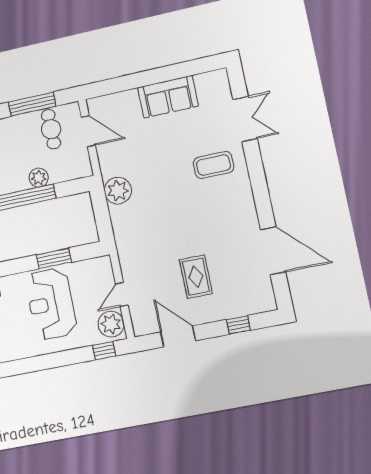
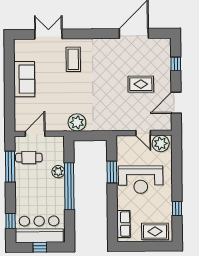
window: (104, 351) -> (177, 208), moved

